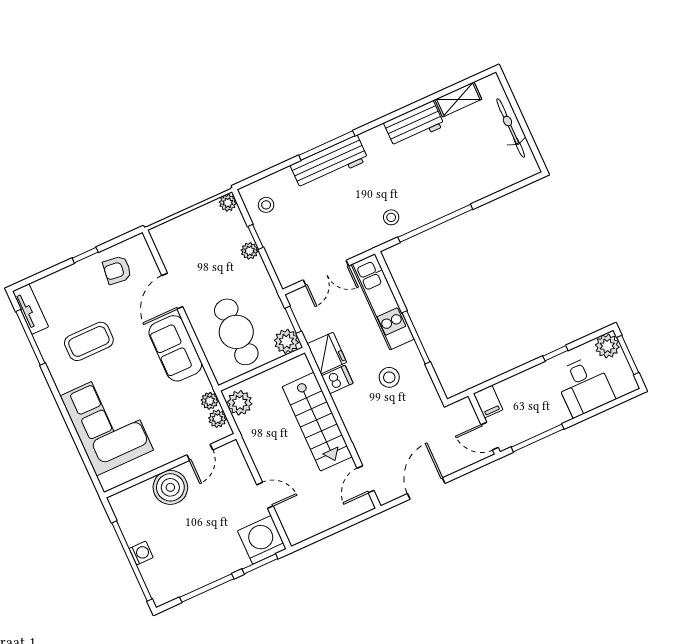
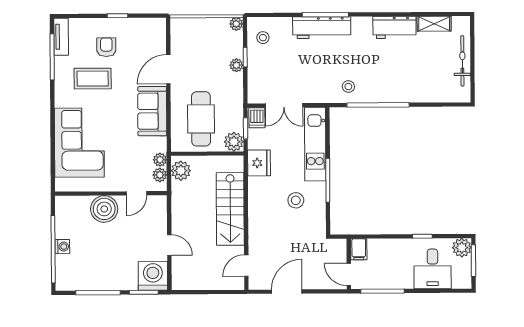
armchair: (117, 270) -> (106, 47), moved, turned 83
dishwasher: (337, 379) -> (257, 118), moved, turned 90

